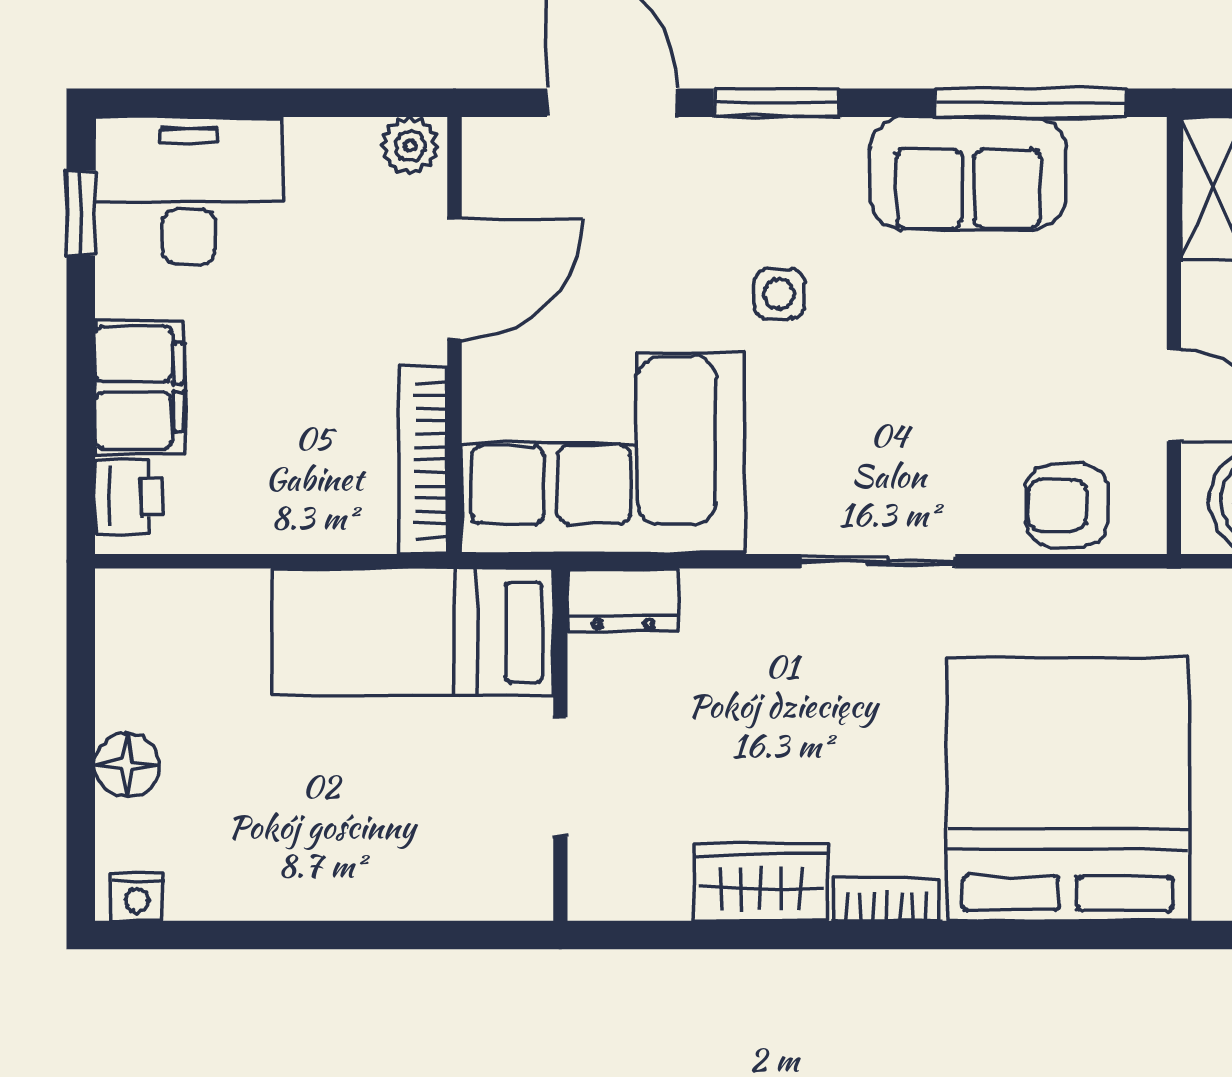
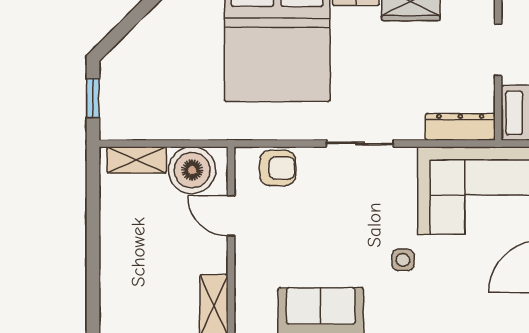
dresser: (623, 600) -> (460, 127), width x1.44

